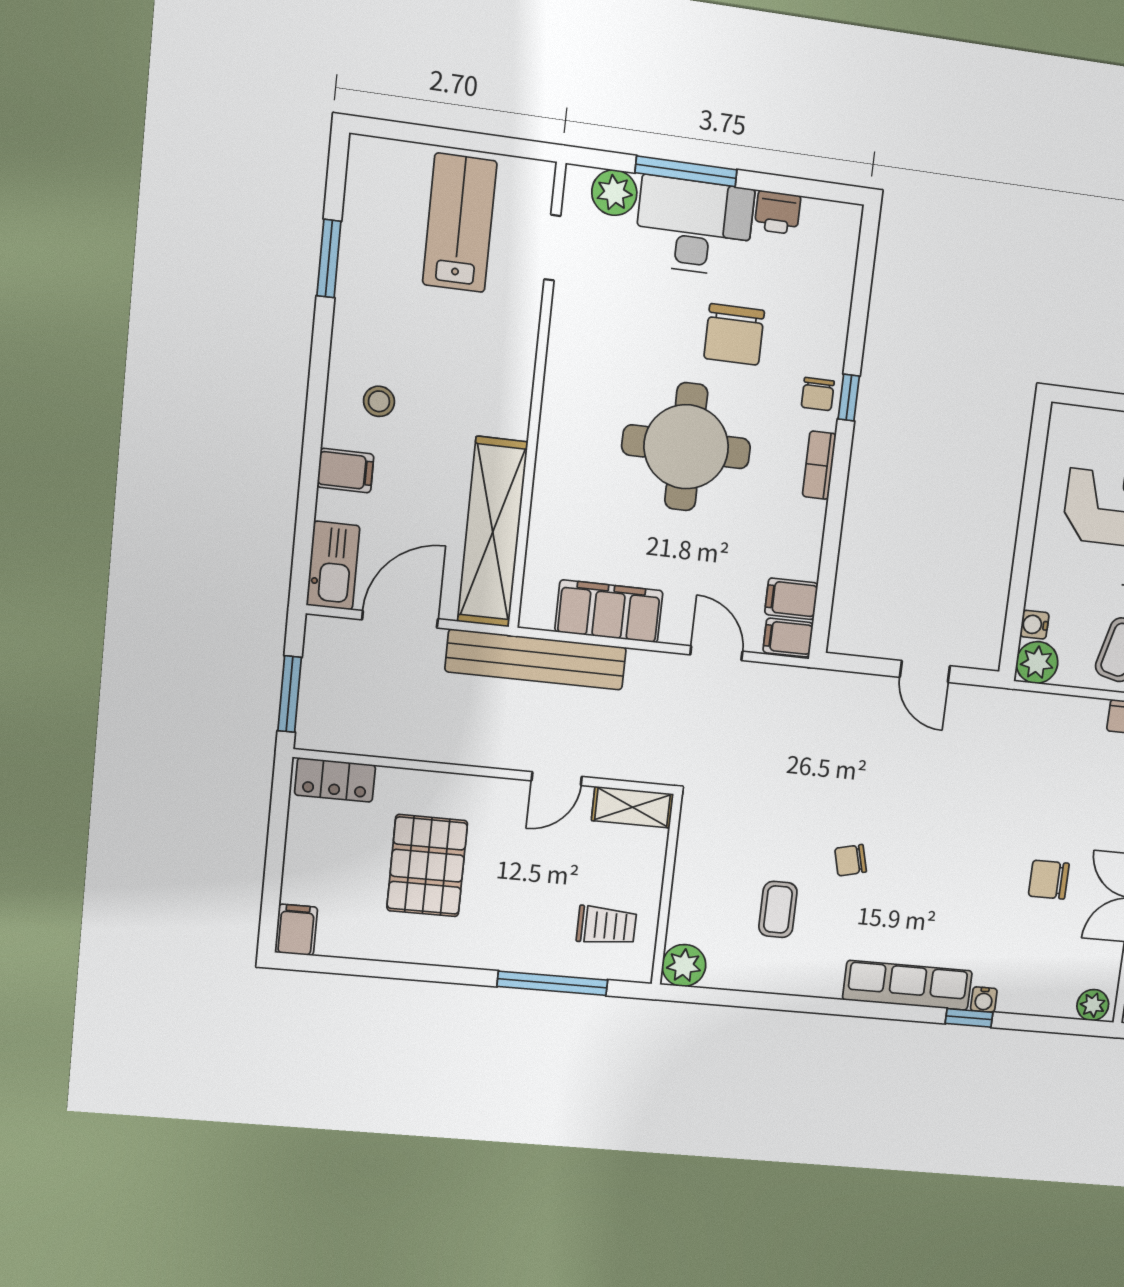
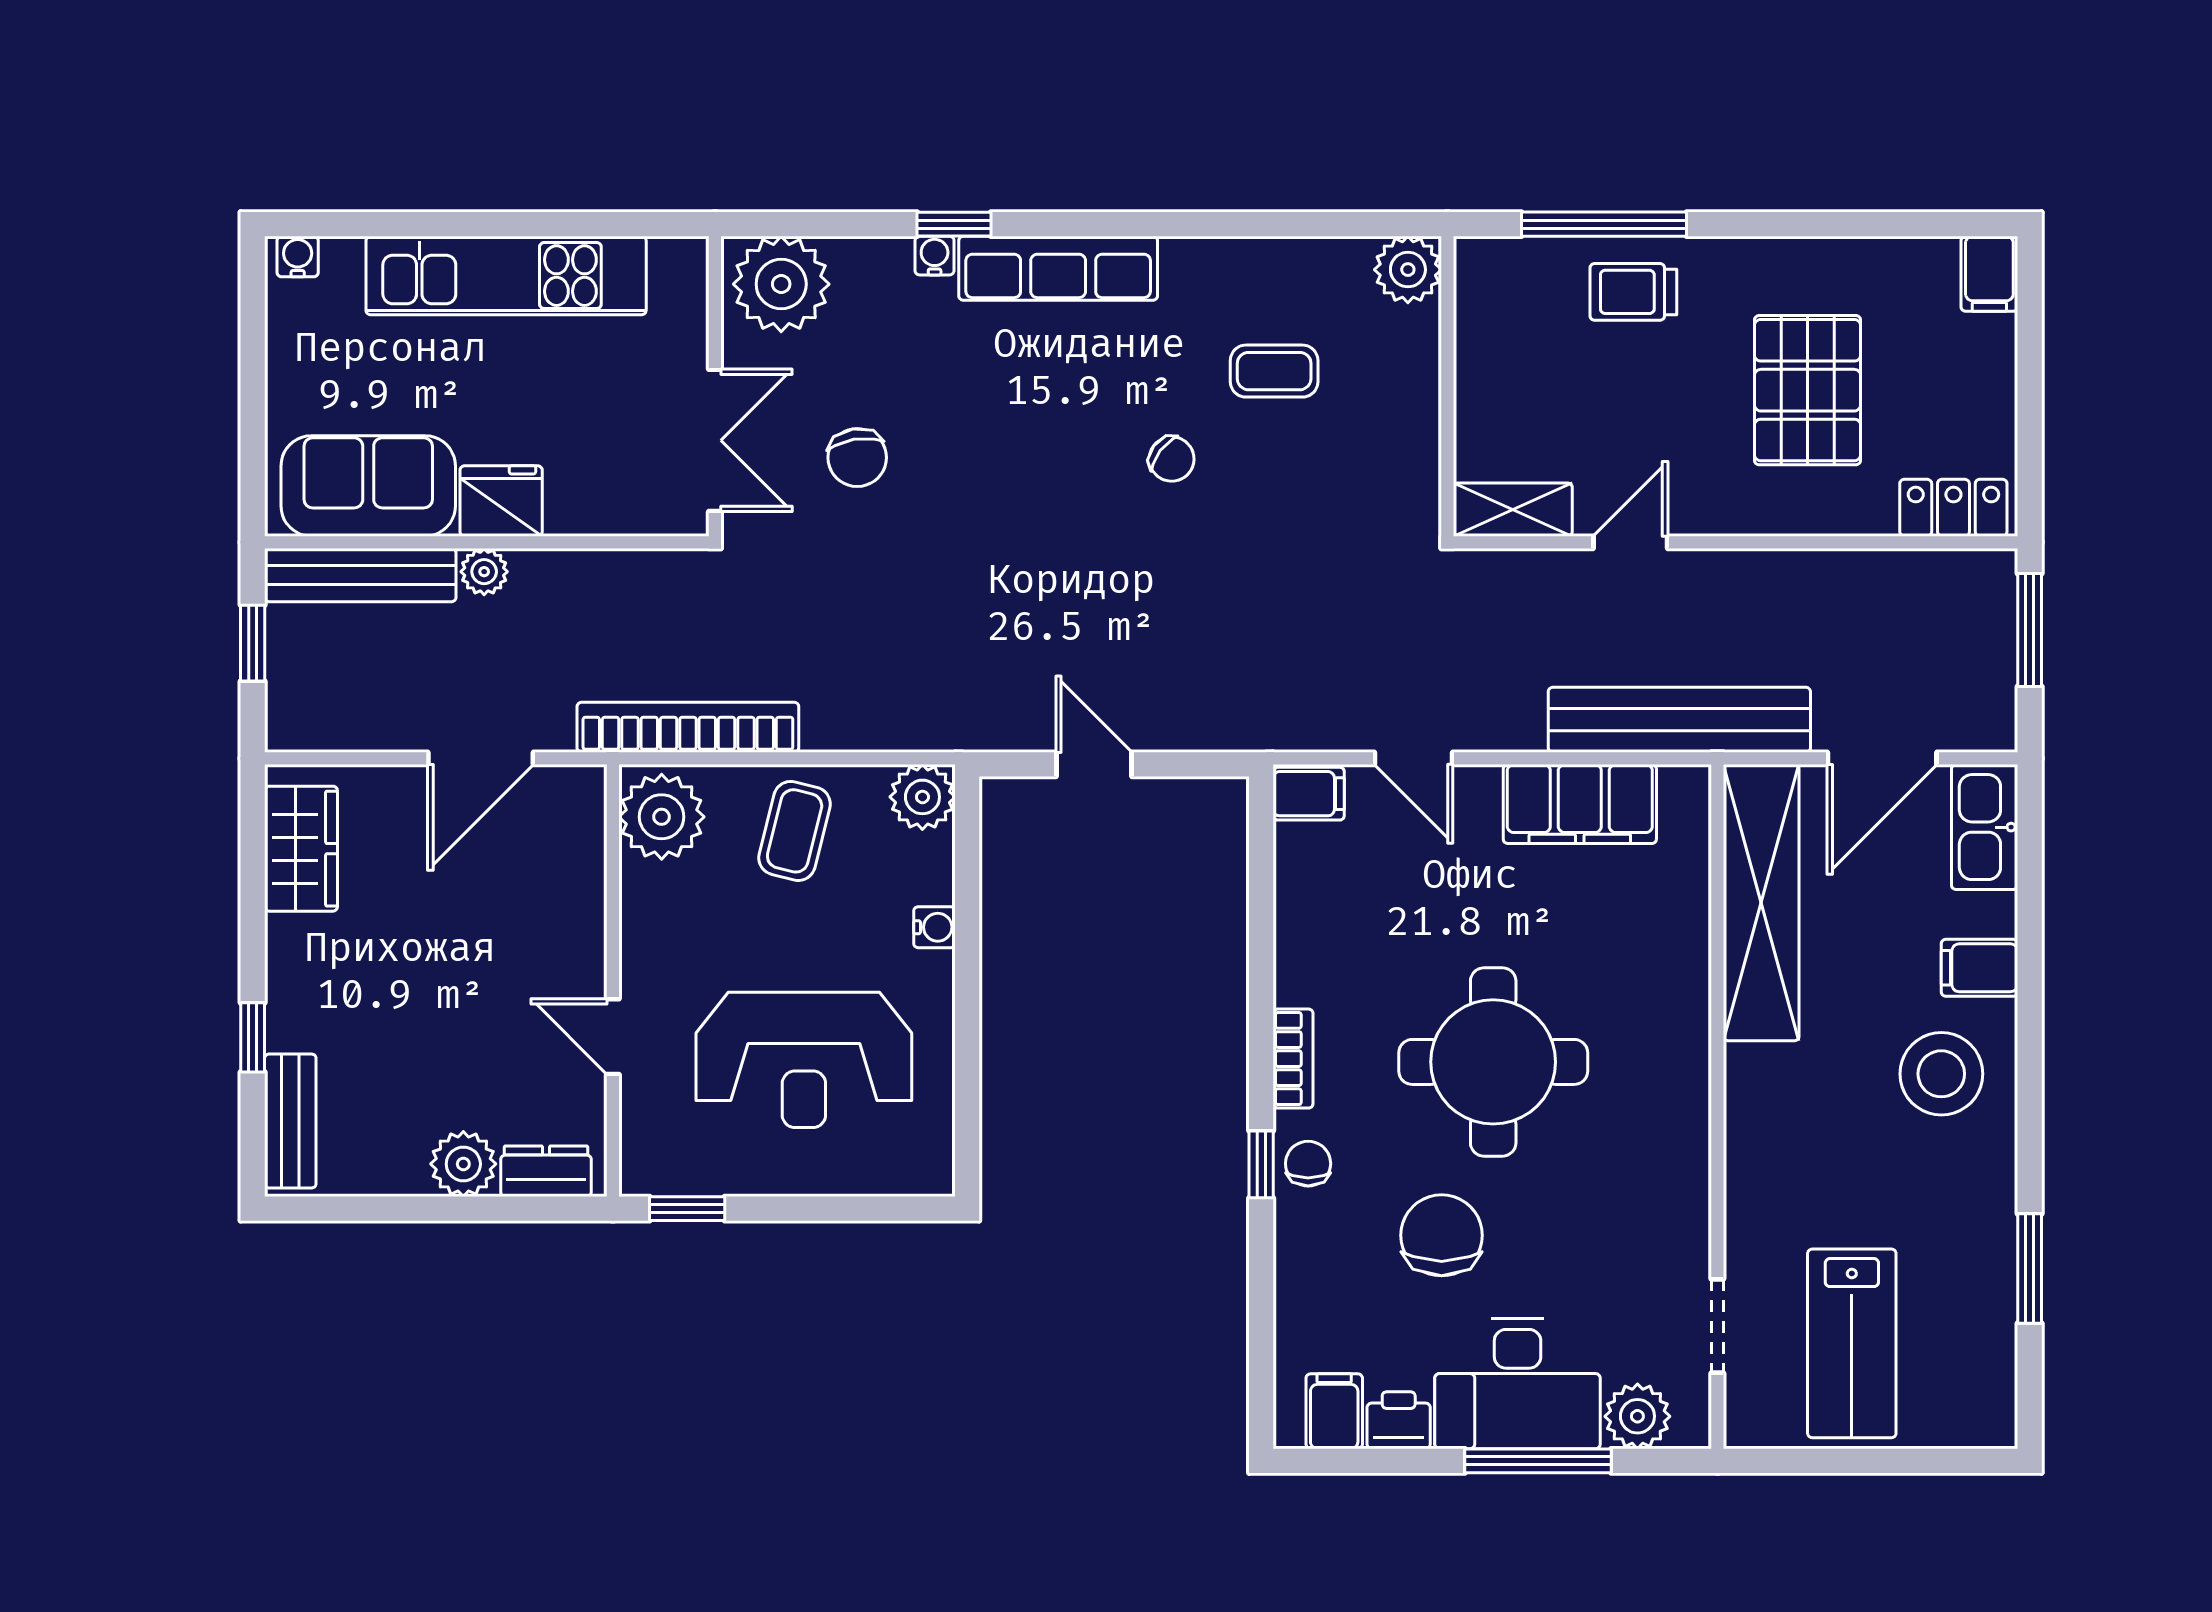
stool: (379, 401) -> (1941, 1074), width x1.89, depth x1.89
filing cabinet: (791, 599) -> (1334, 1411), moved, turned -90
water cooler: (1034, 625) -> (934, 927), moved
chair: (851, 860) -> (1172, 459), turned 51
chair: (1049, 880) -> (857, 458), turned 81
coffee table: (778, 909) -> (1274, 371), turned 90
trolley: (606, 926) -> (1633, 292), moved
plant: (1093, 1005) -> (781, 284), width x1.88, depth x1.88

